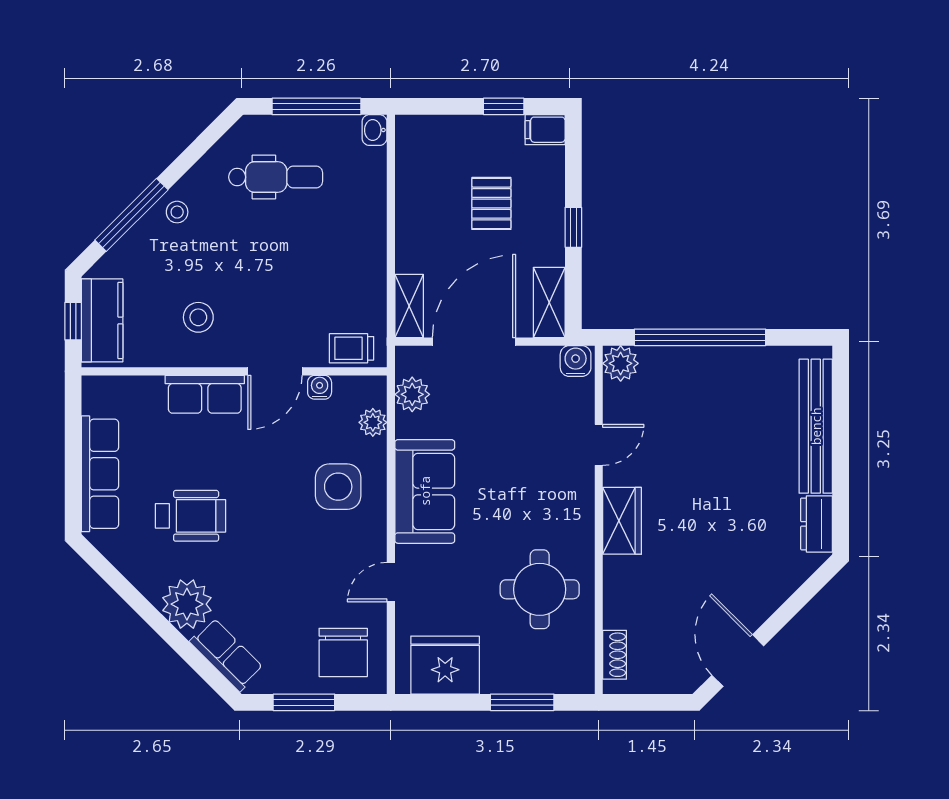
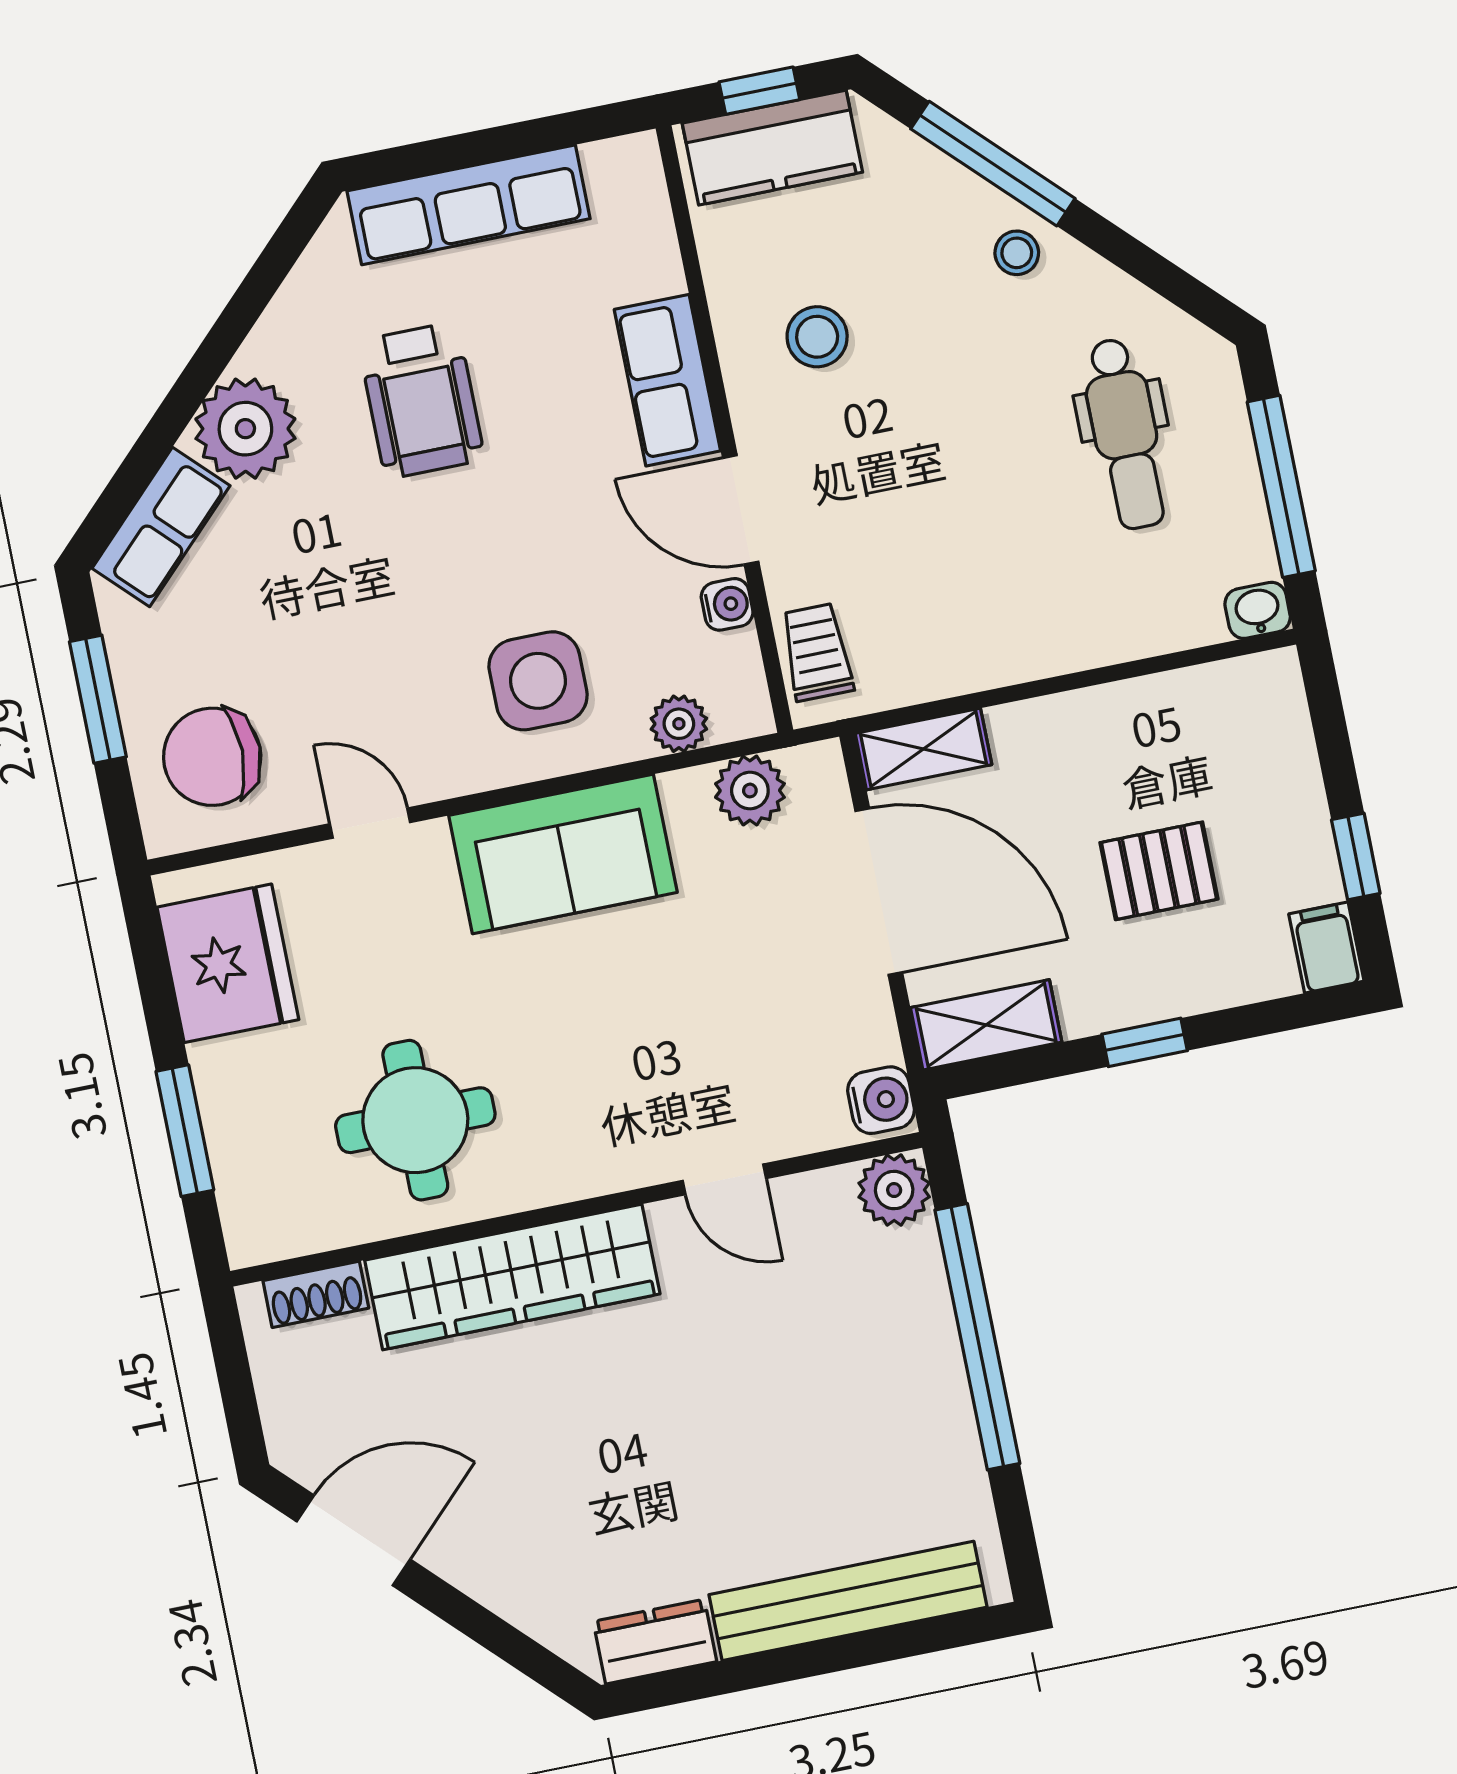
wardrobe: (622, 521) -> (512, 1277), width x2.10, depth x1.17

